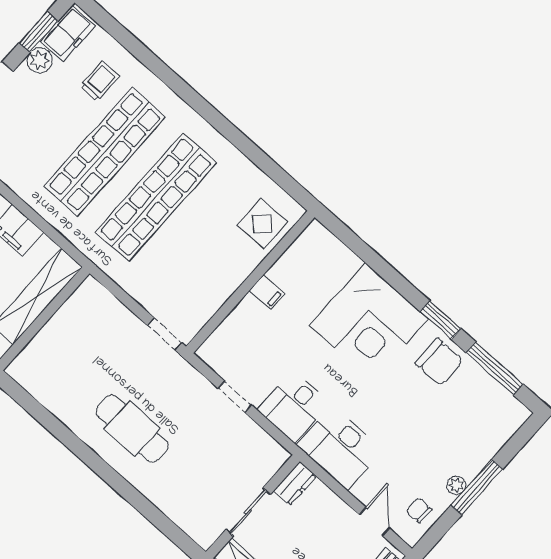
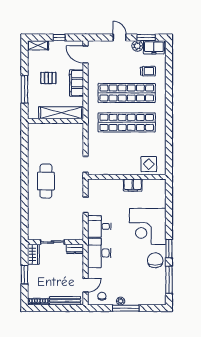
filing cabinet: (267, 292) -> (133, 185), width x2.00
chair: (439, 362) -> (155, 260), turned 180

